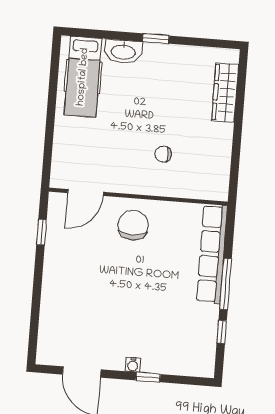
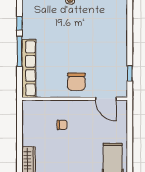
door: (85, 192) -> (106, 99), swing flipped

